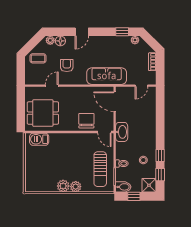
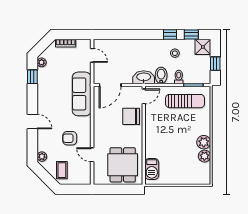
floor lamp: (60, 41) -> (43, 145), removed
plant: (76, 187) -> (204, 156), moved
bidet: (123, 187) -> (161, 75), moved

